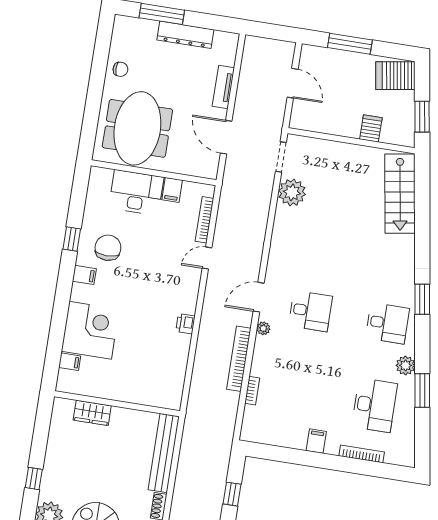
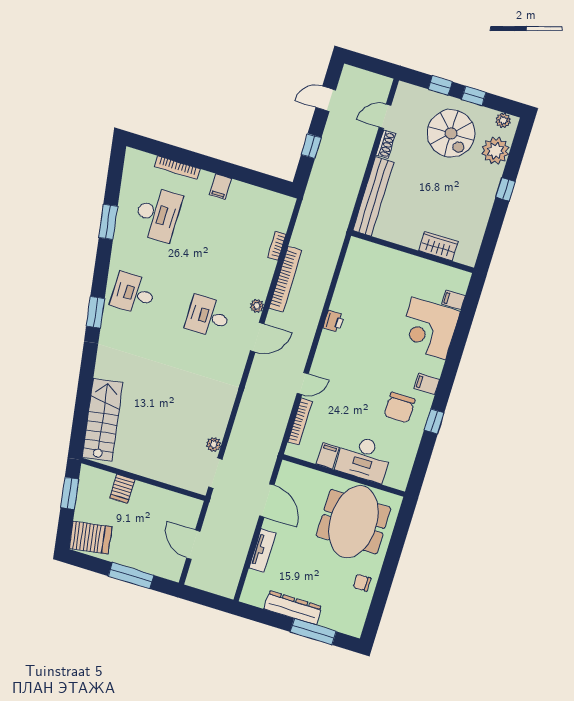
plant: (292, 192) -> (214, 445), width x0.53, depth x0.53
plant: (406, 365) -> (121, 249), removed
desk: (374, 405) -> (158, 214), turned 180

